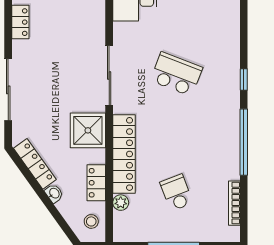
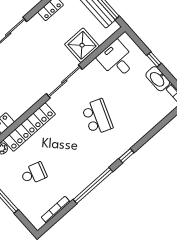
shower: (88, 130) -> (82, 45), moved
school desk: (176, 193) -> (34, 174), turned 39

